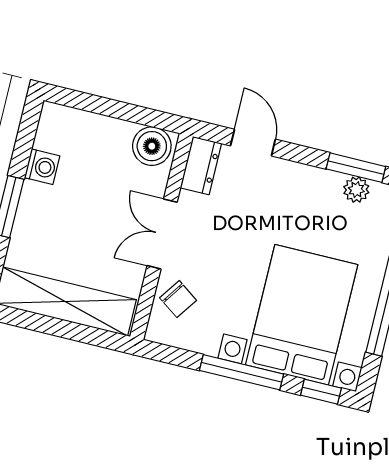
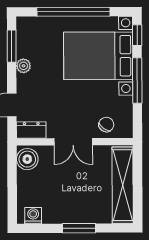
washing machine: (42, 167) -> (33, 216), moved
plant: (356, 190) -> (23, 66), moved

